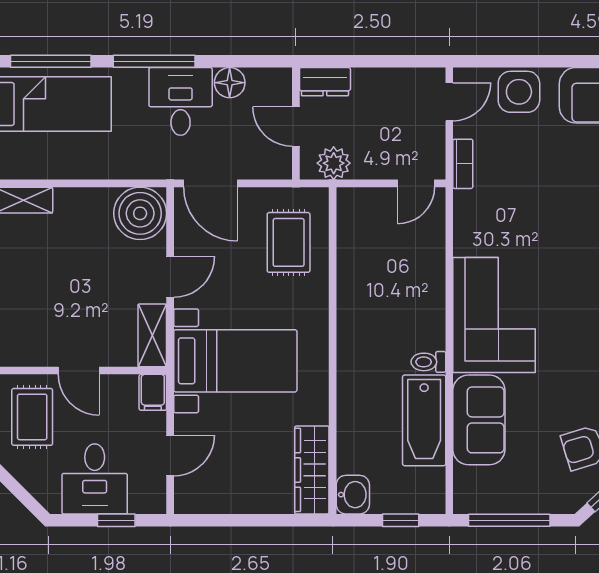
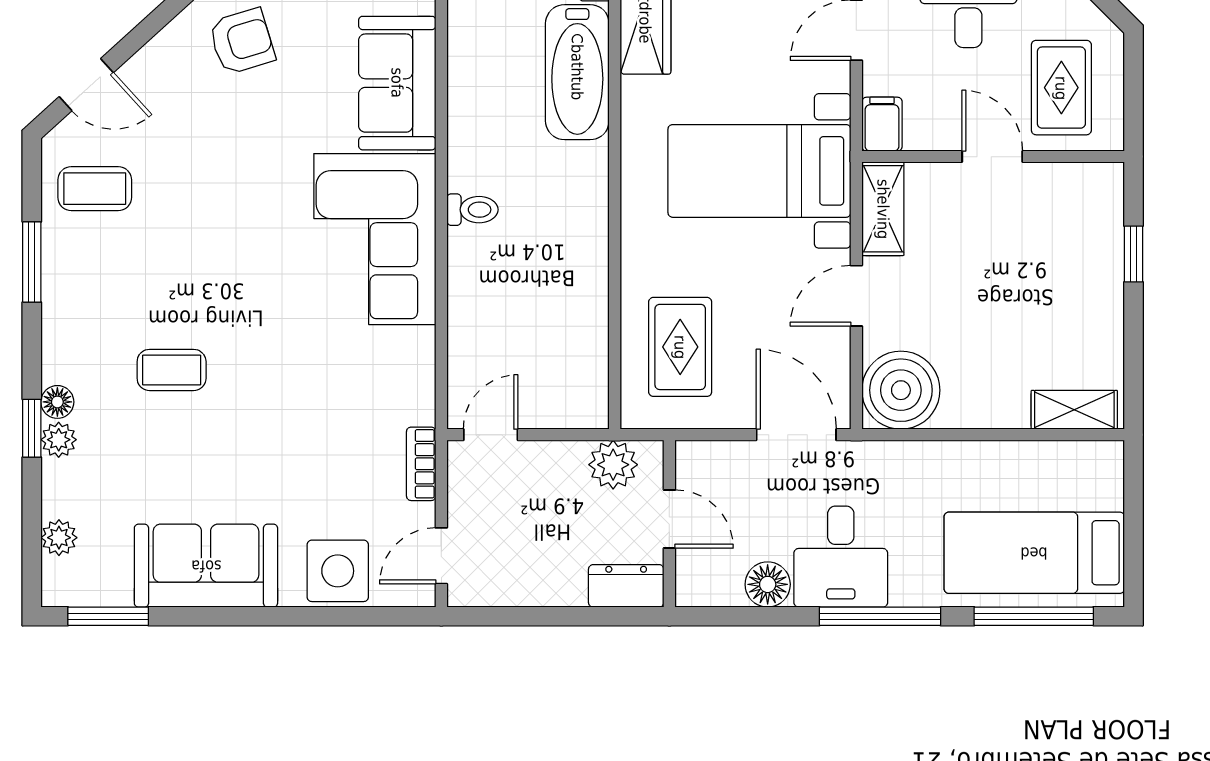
toilet: (428, 362) -> (472, 210), moved
bathtub: (424, 420) -> (577, 72), moved, turned 180

